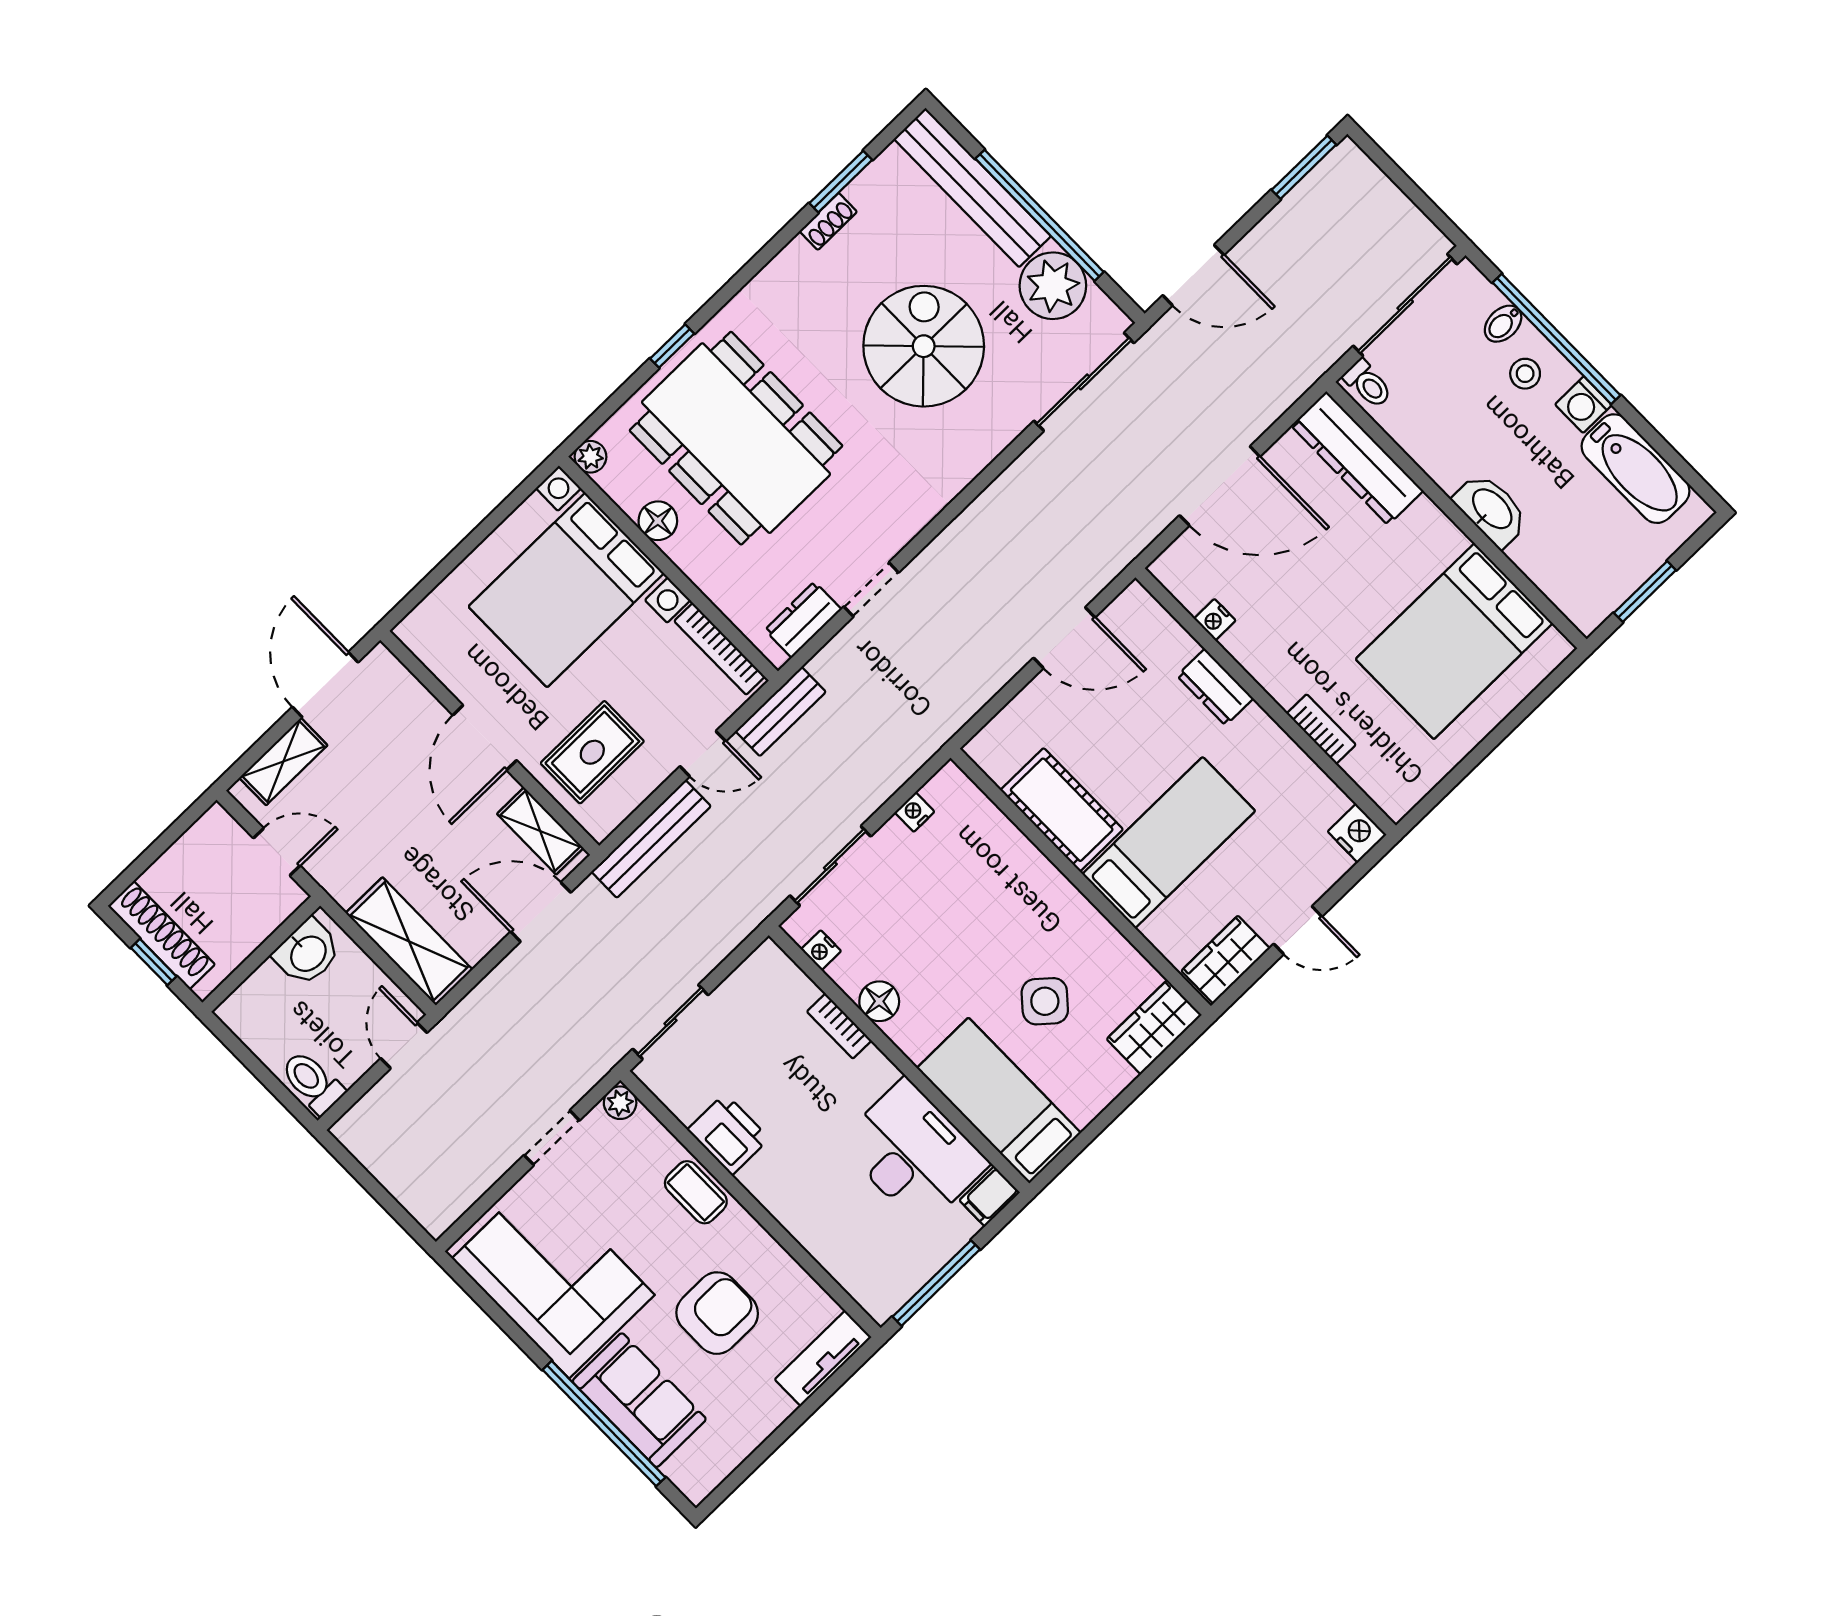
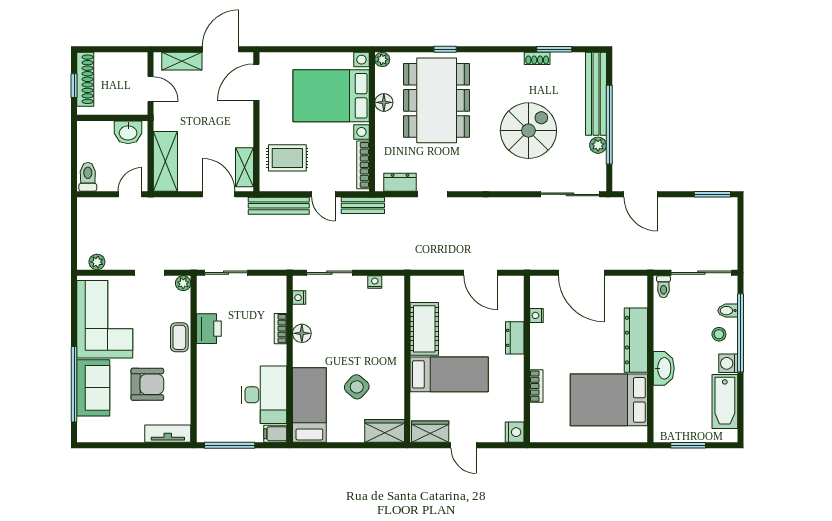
plant: (1053, 286) -> (598, 145), width x0.53, depth x0.53
dresser: (1357, 458) -> (636, 340), moved
door: (485, 738) -> (256, 82), moved
plant: (455, 1200) -> (97, 262), added

